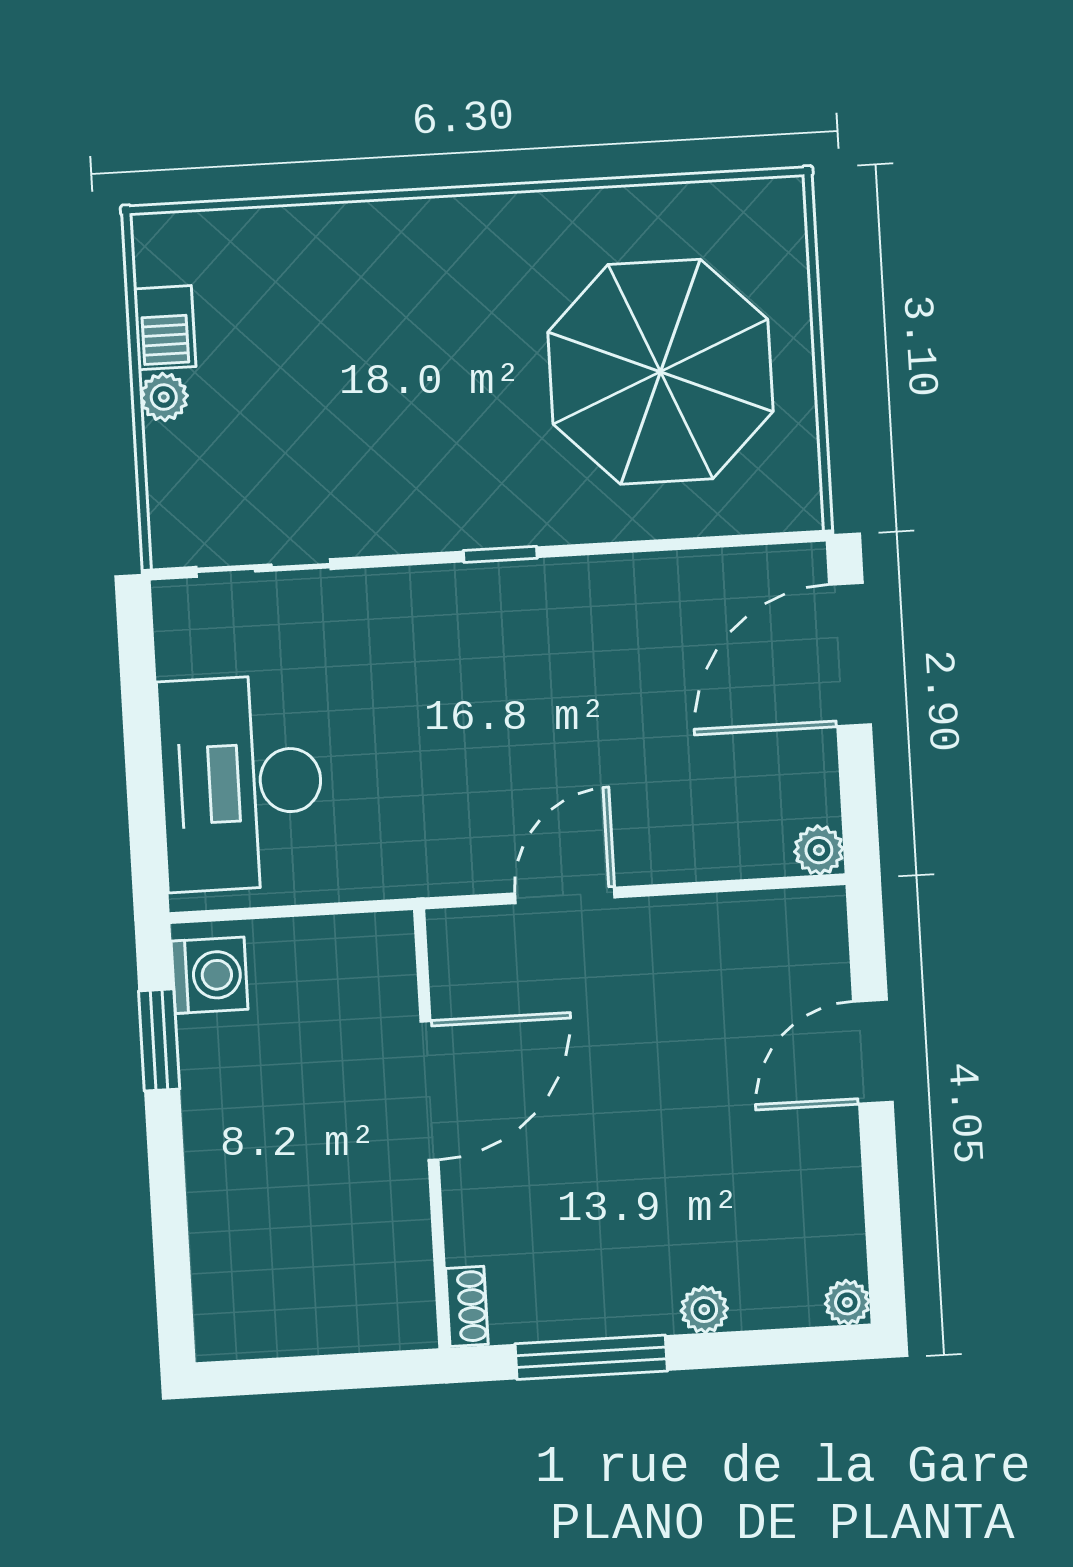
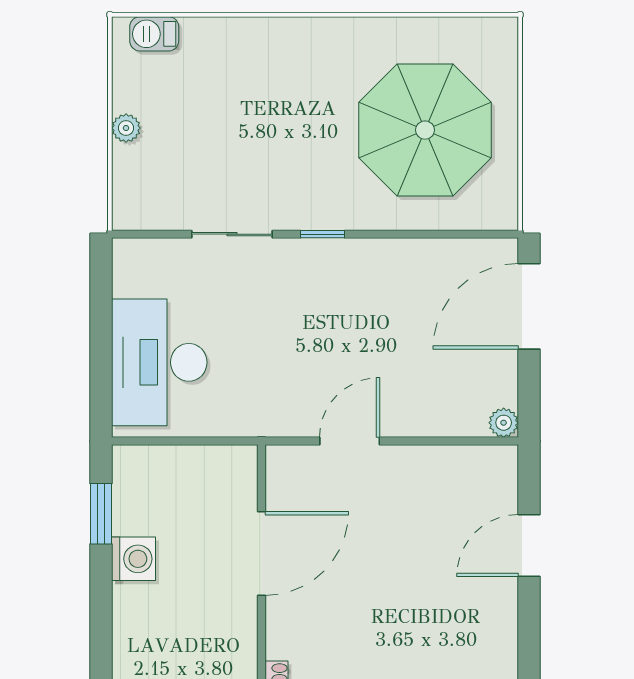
barbecue: (165, 328) -> (154, 34), moved, turned 90
sliding door: (263, 568) -> (232, 234), moved
washing machine: (210, 975) -> (134, 559), moved

